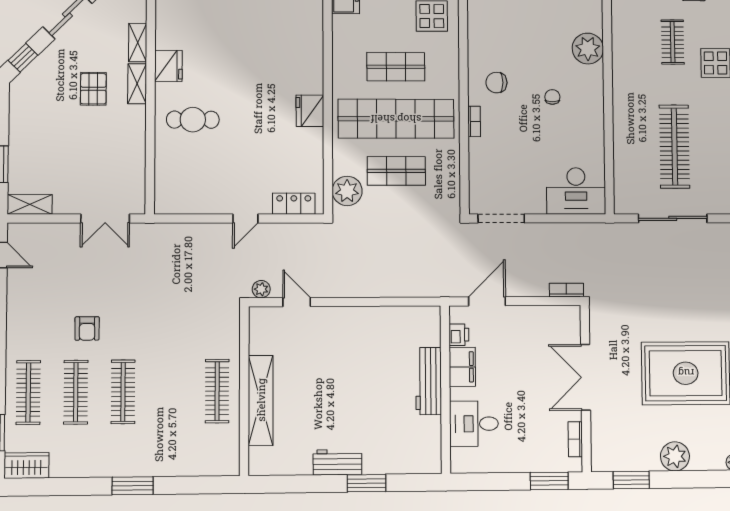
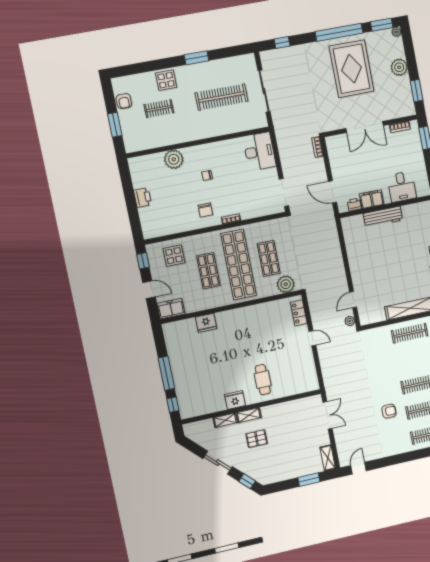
fridge: (310, 111) -> (206, 323), moved

